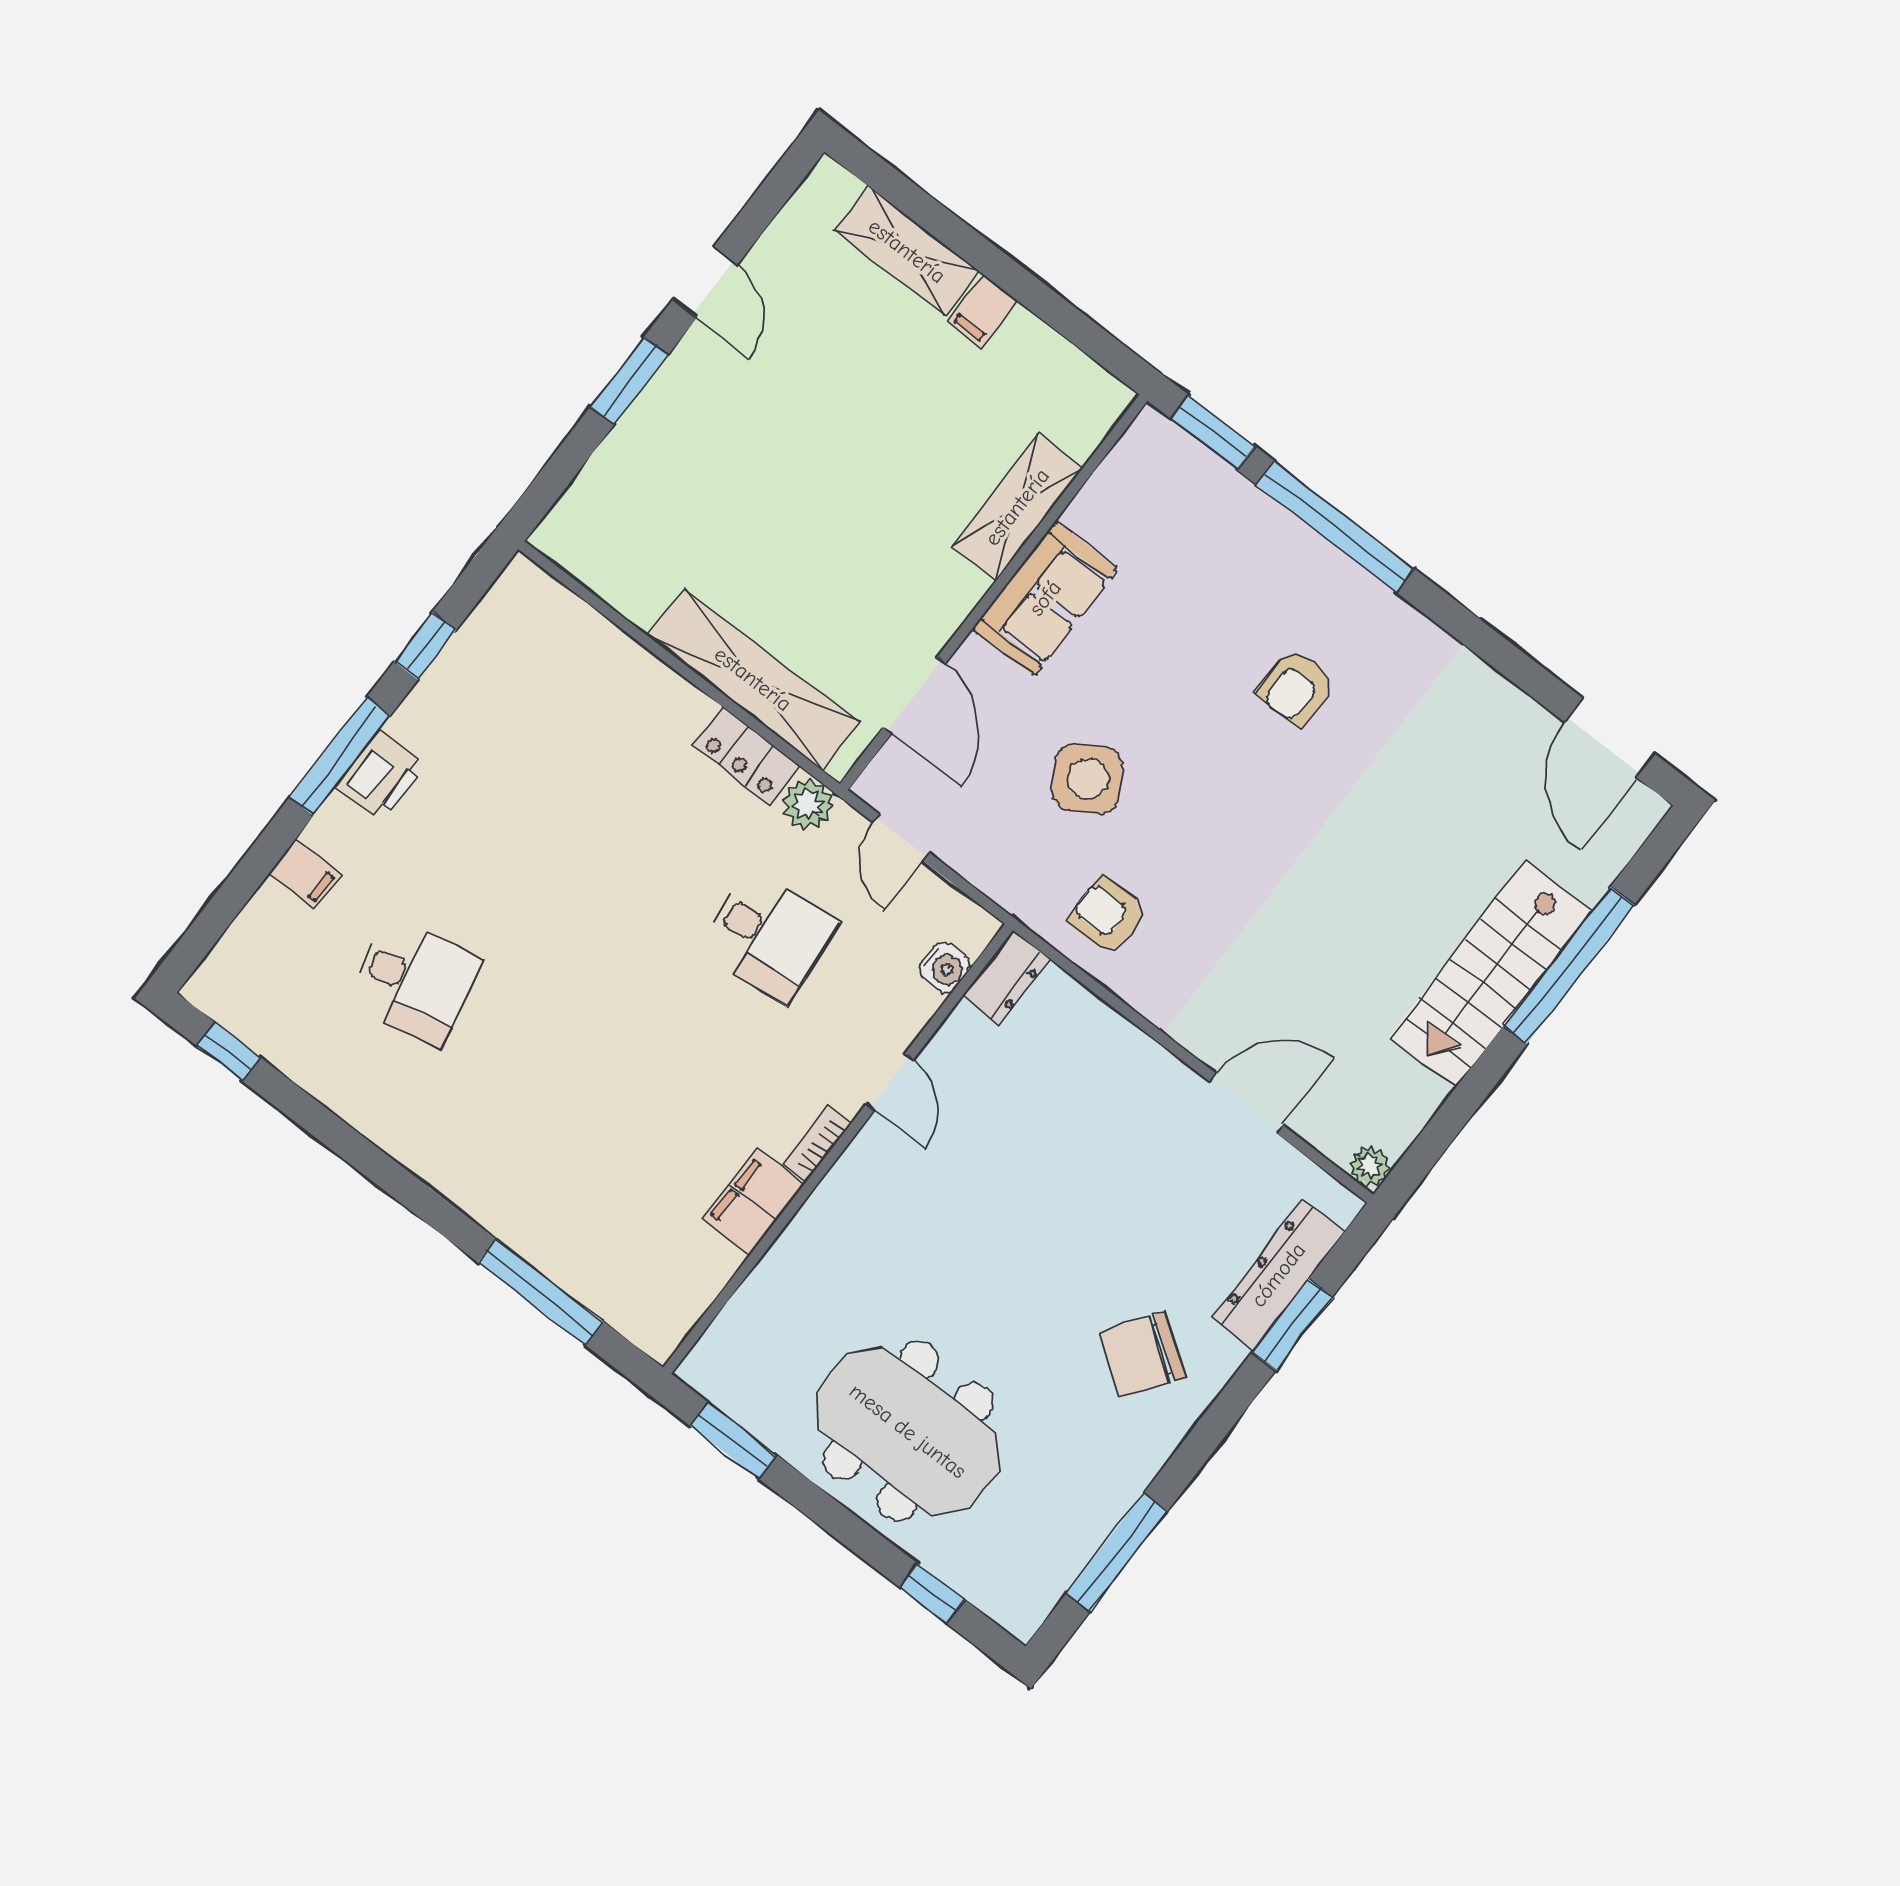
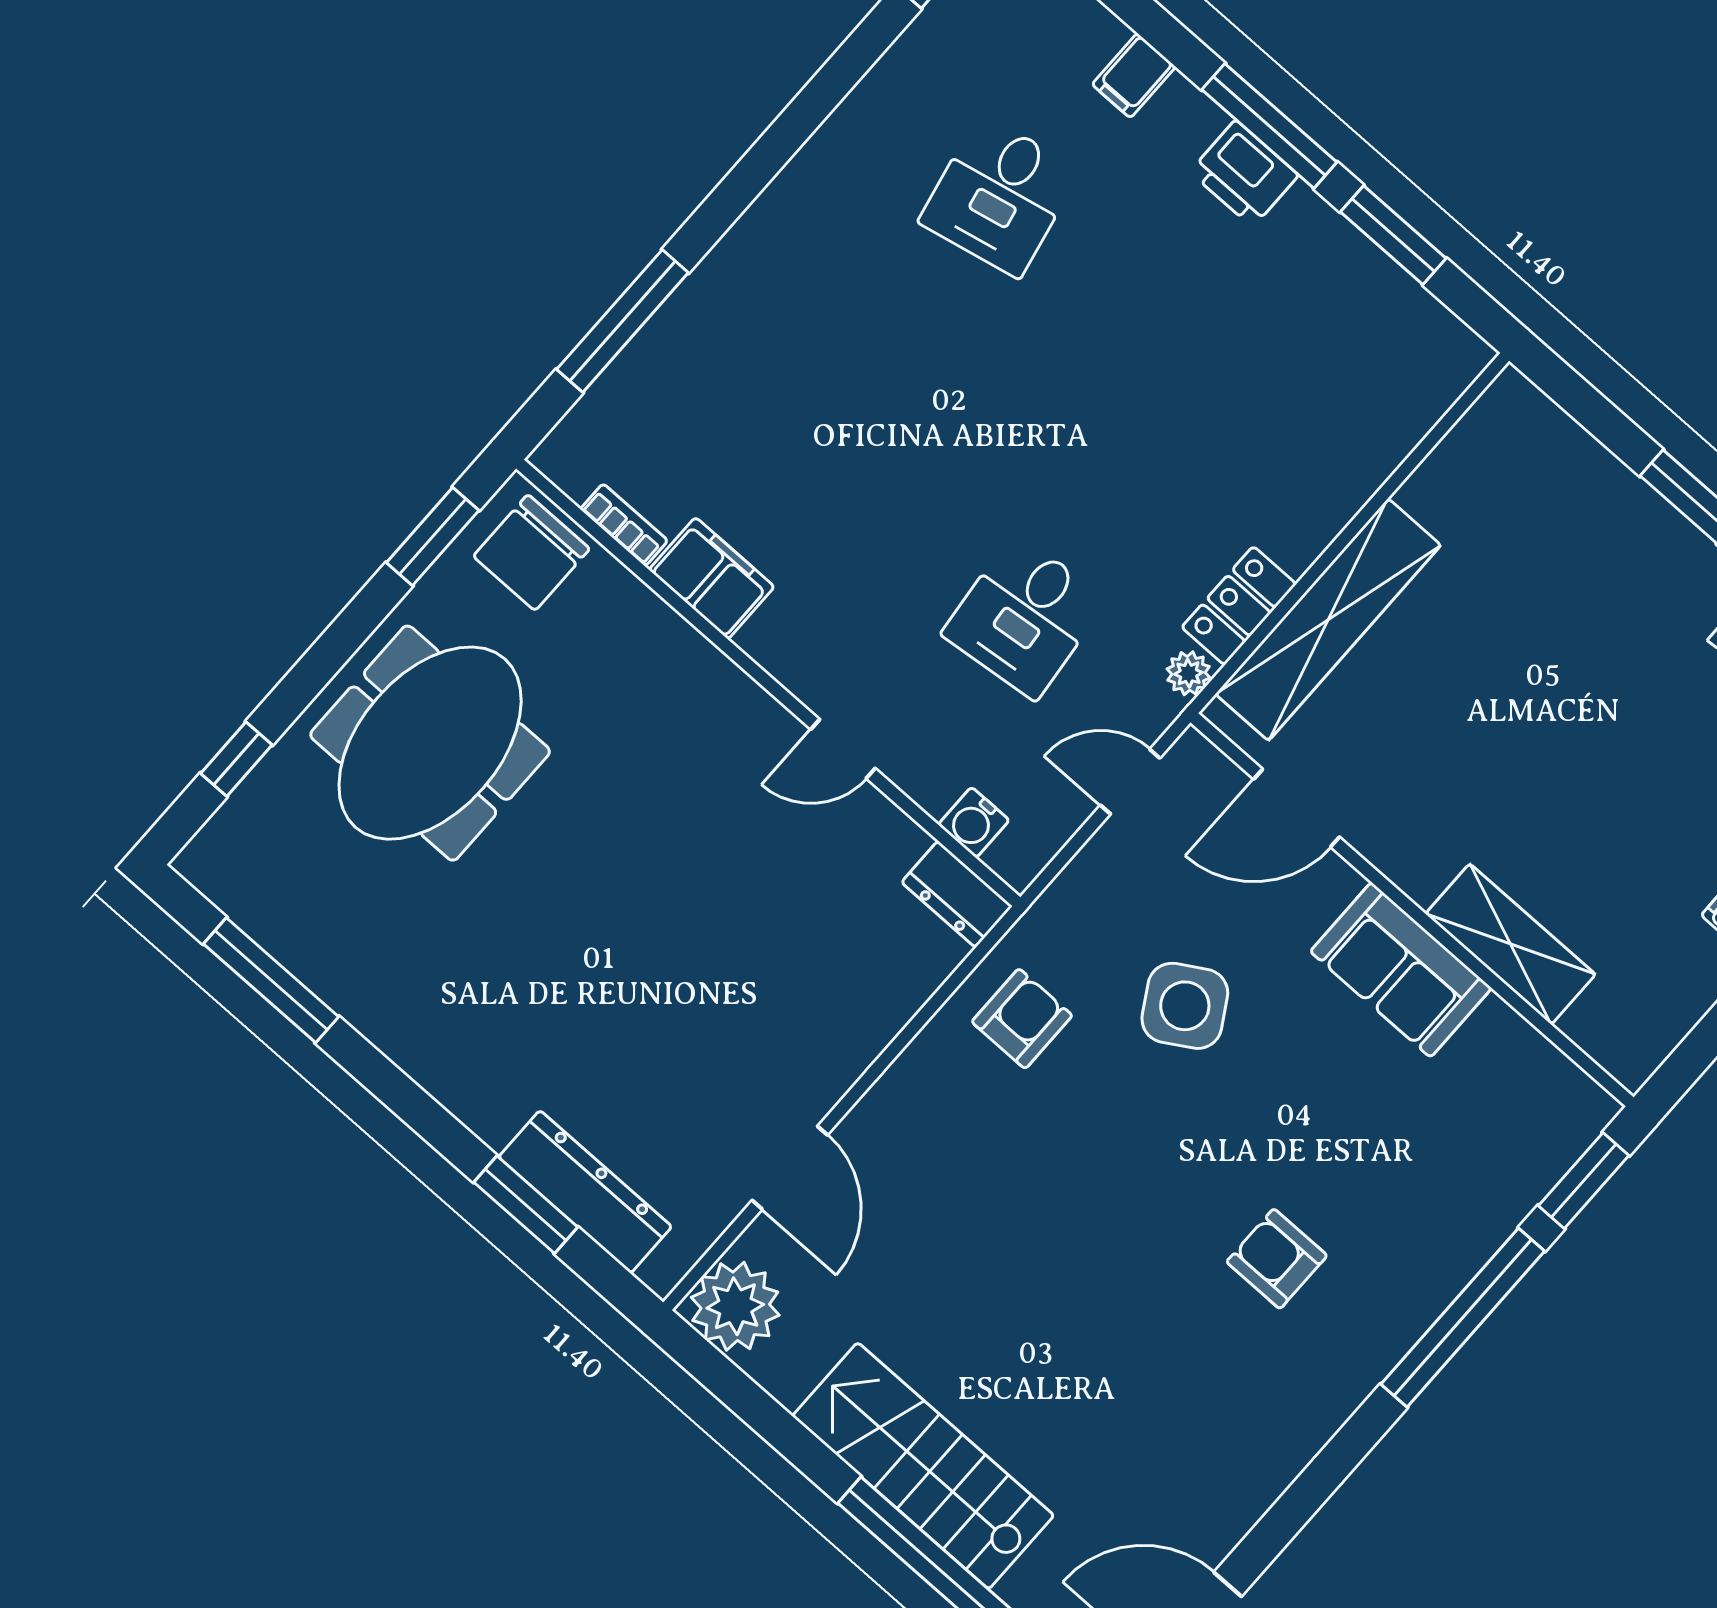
window: (425, 646) -> (1393, 235), width x1.50
plant: (808, 804) -> (1188, 673), width x0.73, depth x0.73
bookcase: (817, 1144) -> (624, 525), moved
plant: (1370, 1166) -> (735, 1306), width x1.88, depth x1.88
chair: (1142, 1355) -> (531, 553), moved, turned -125

